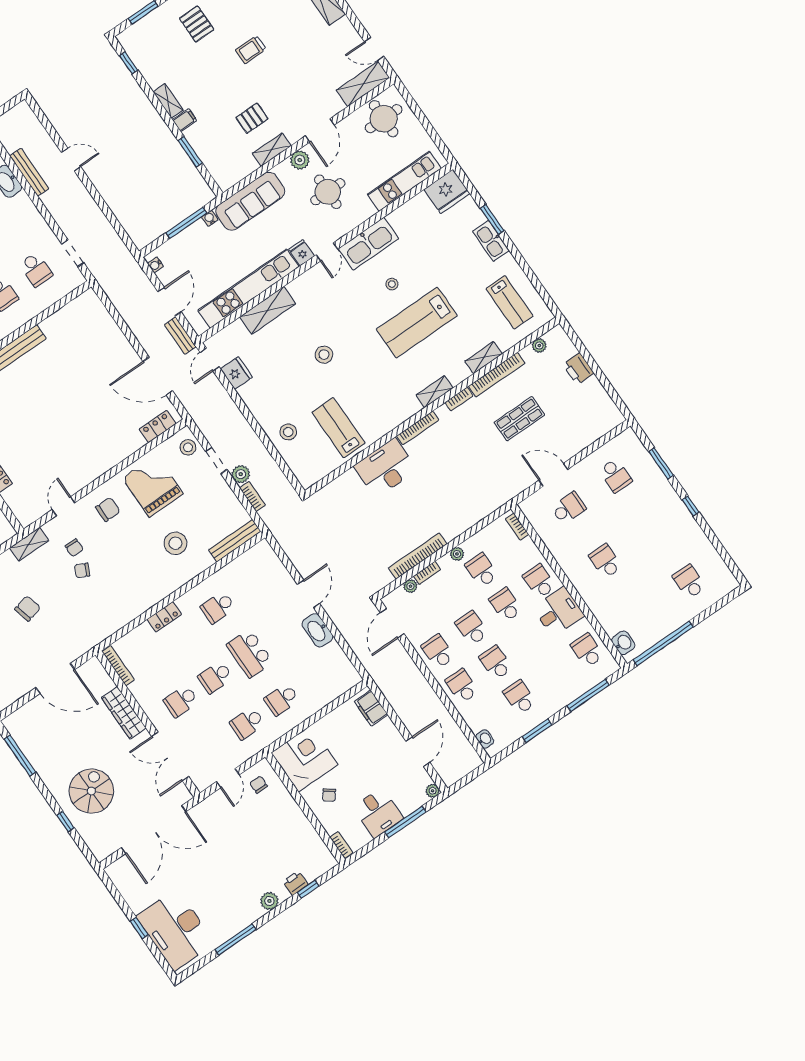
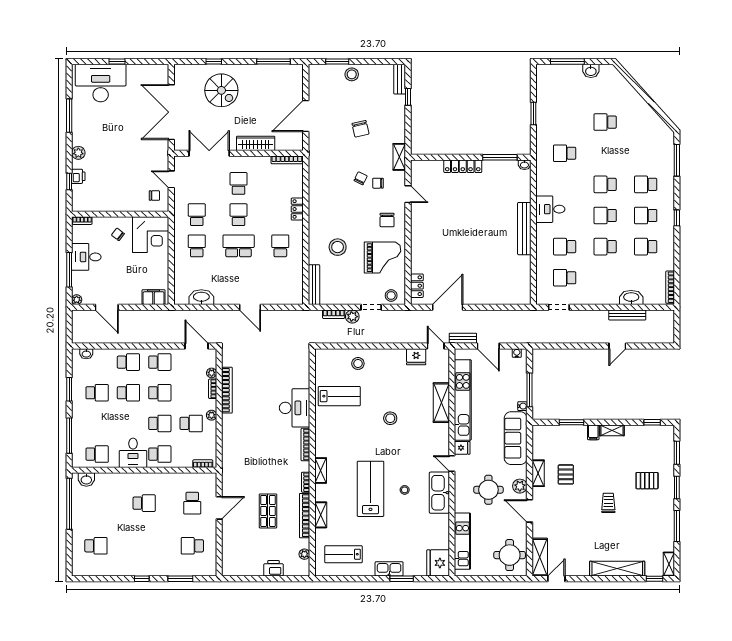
washbasin: (317, 630) -> (201, 297), moved

